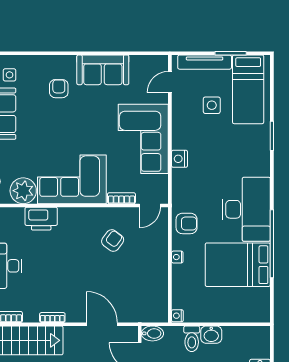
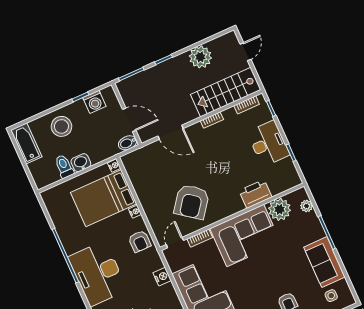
nightstand: (179, 159) -> (162, 277), moved
armchair: (187, 223) -> (140, 241), turned -90
armchair: (113, 241) -> (192, 202), width x1.88, depth x1.88
bed: (238, 265) -> (104, 198), moved, turned 180
toilet: (192, 339) -> (64, 166), moved

